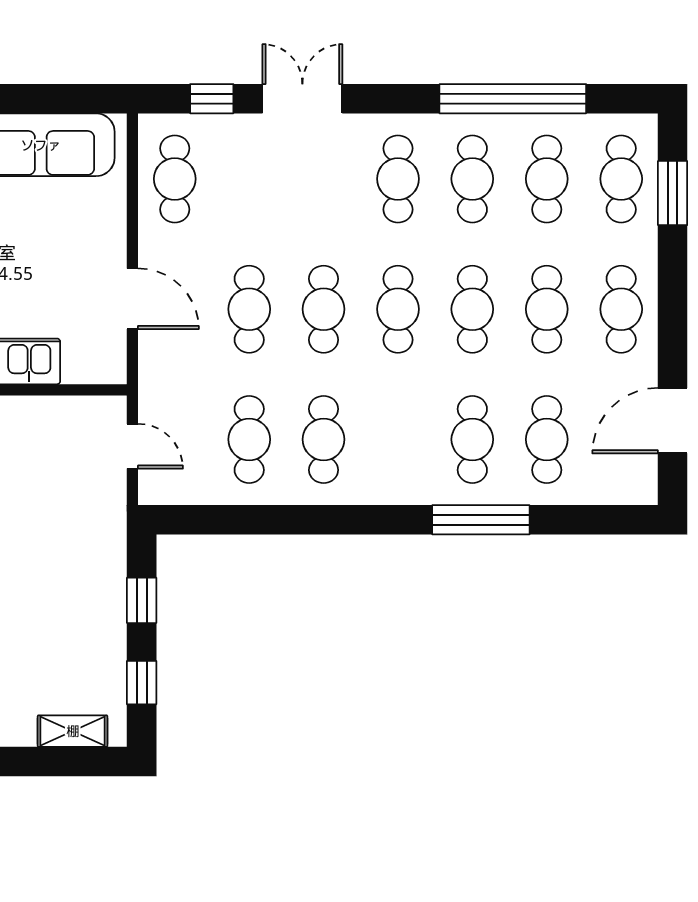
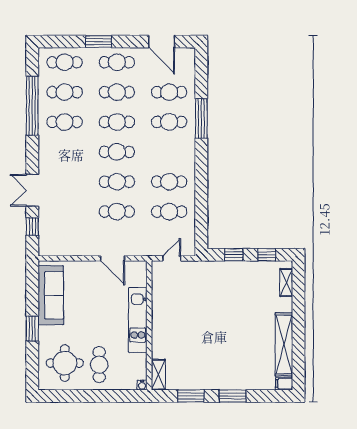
cafe table: (175, 179) -> (65, 241), removed
cafe table: (398, 179) -> (65, 152), removed
window: (673, 193) -> (99, 42), moved
door: (132, 299) -> (113, 258), swing flipped

